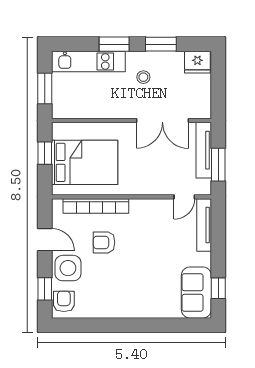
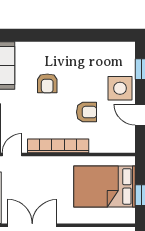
bookcase: (96, 206) -> (58, 146), moved
armchair: (64, 301) -> (47, 83), moved

